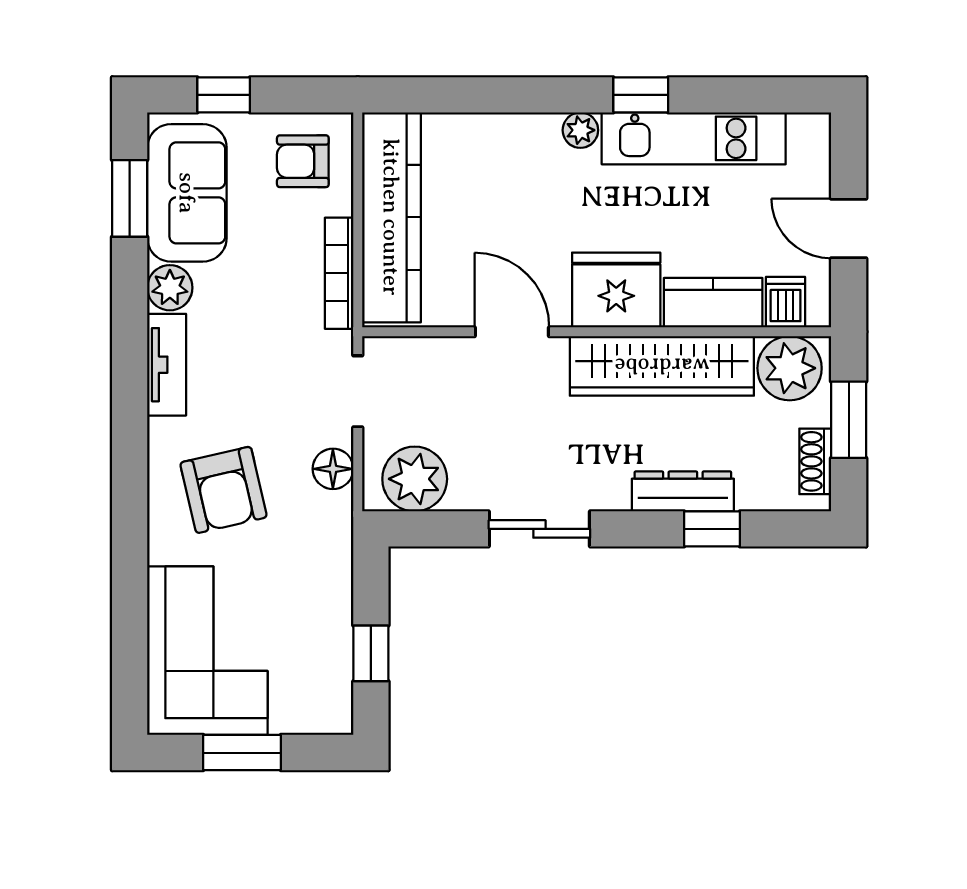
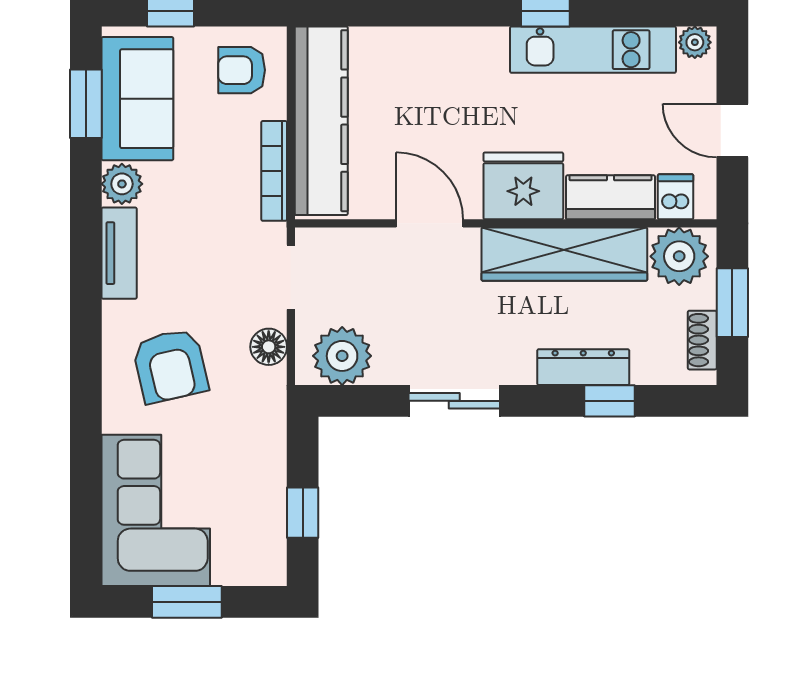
plant: (580, 130) -> (695, 42), moved

